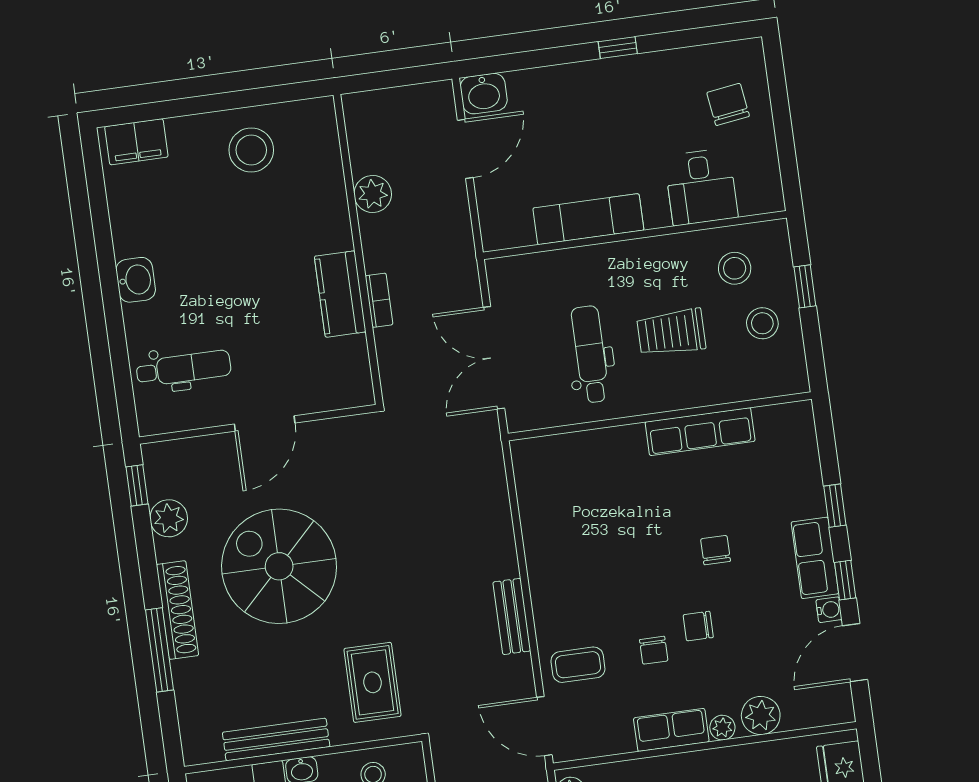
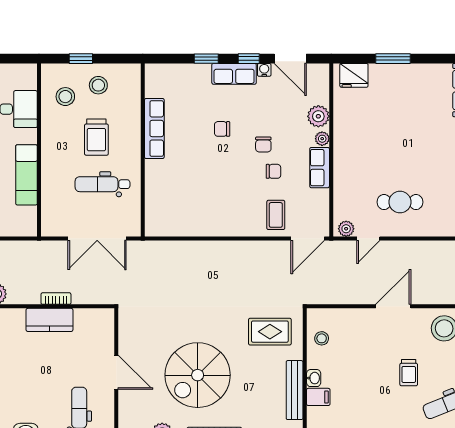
bench: (512, 616) -> (244, 248), removed

